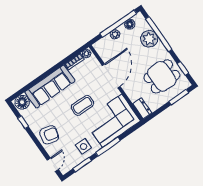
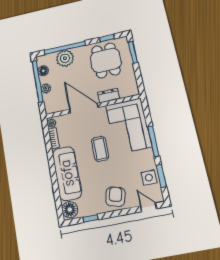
dresser: (142, 108) -> (109, 96), moved
side table: (84, 146) -> (149, 178), moved

